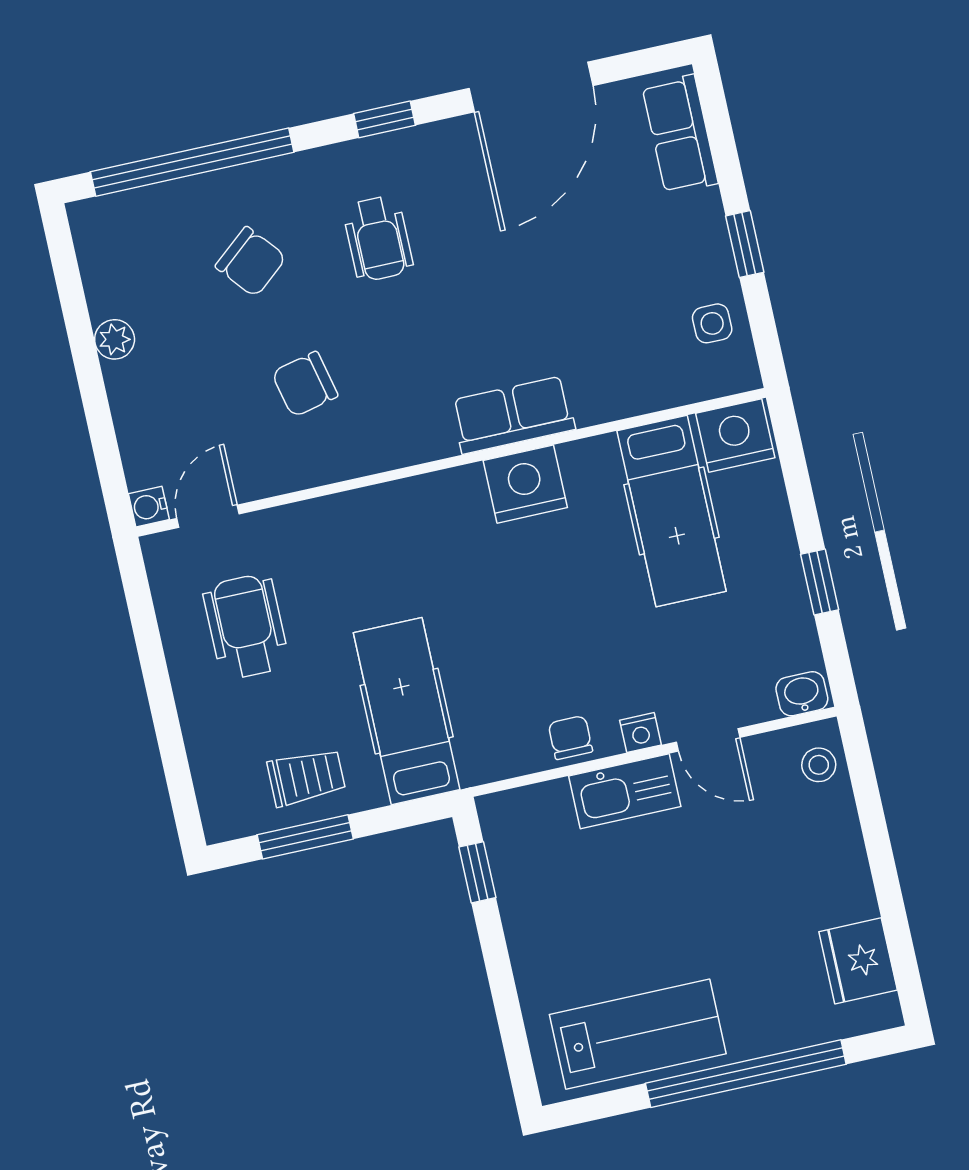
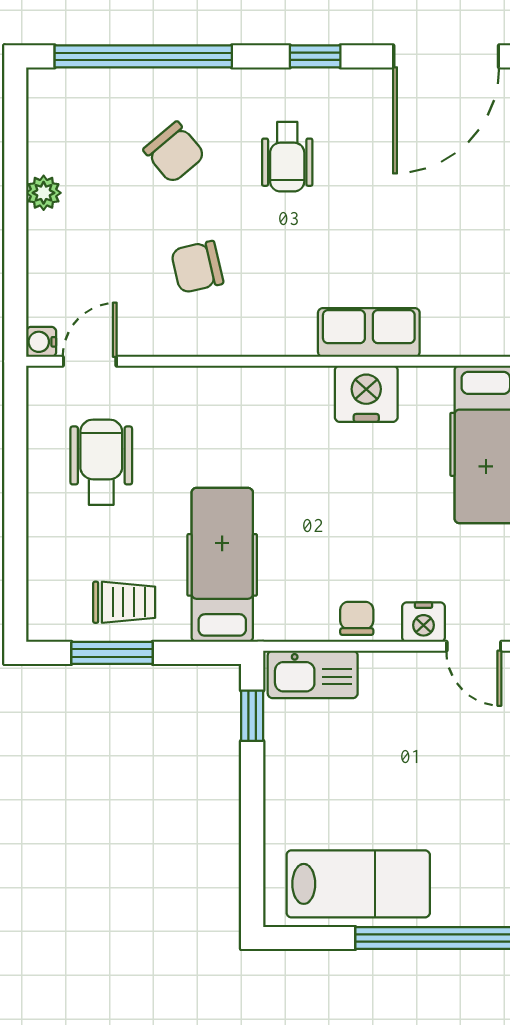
nightstand: (640, 733) -> (424, 622), width x1.39, depth x1.35
kitchen sink: (625, 791) -> (313, 674), moved

